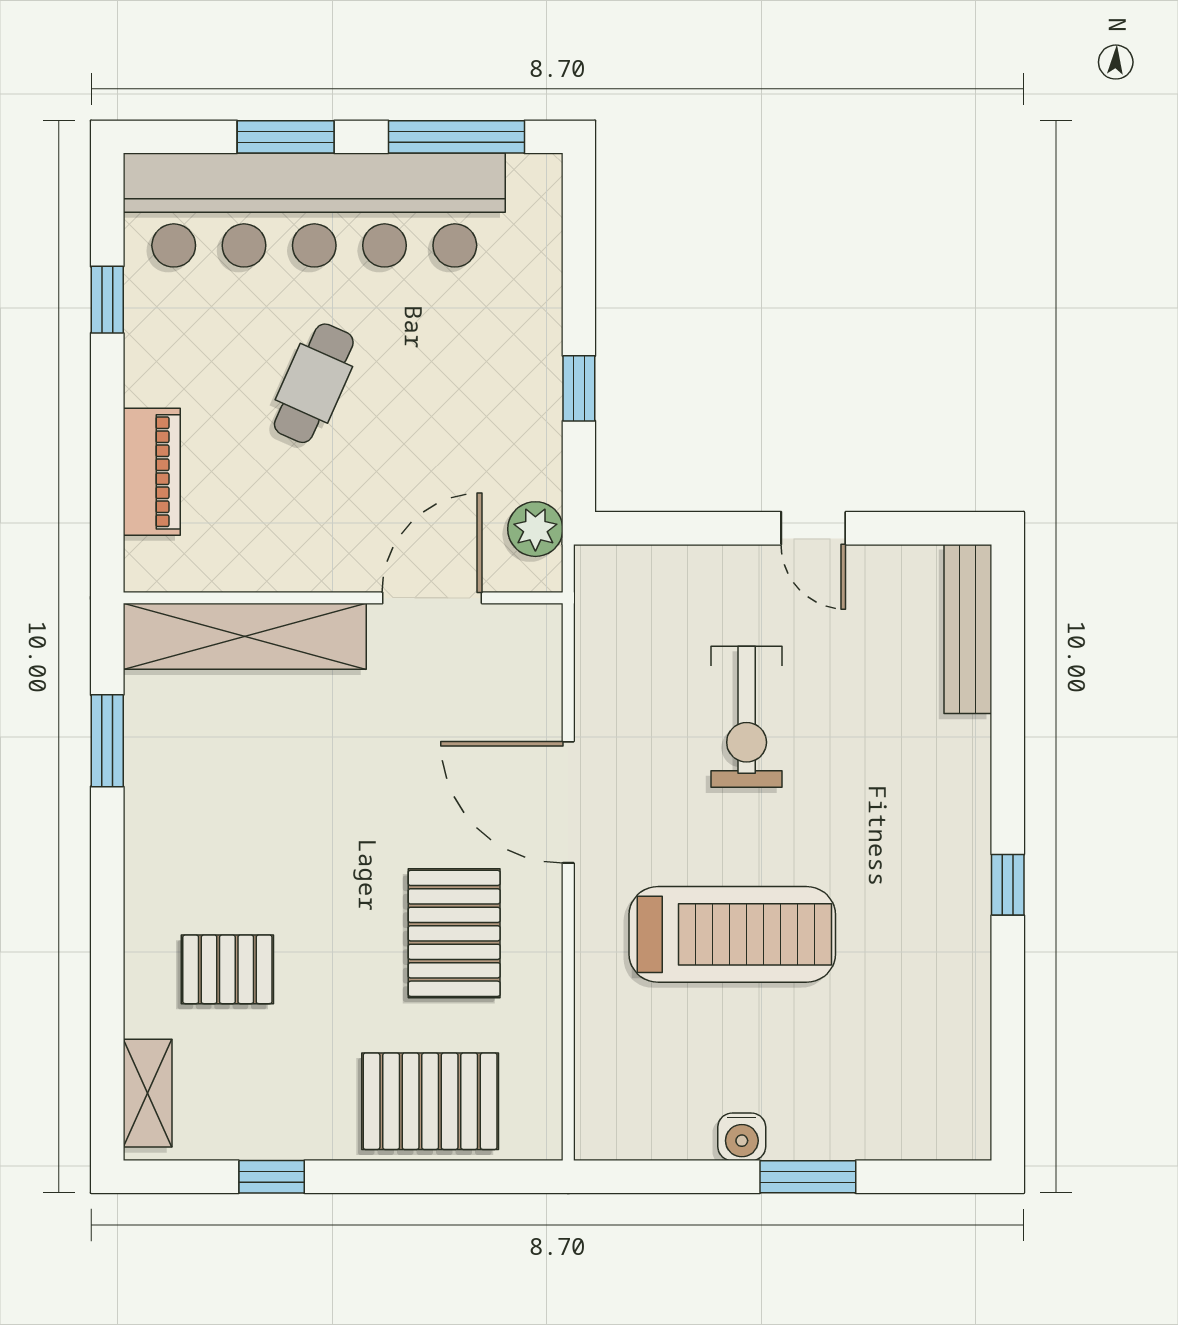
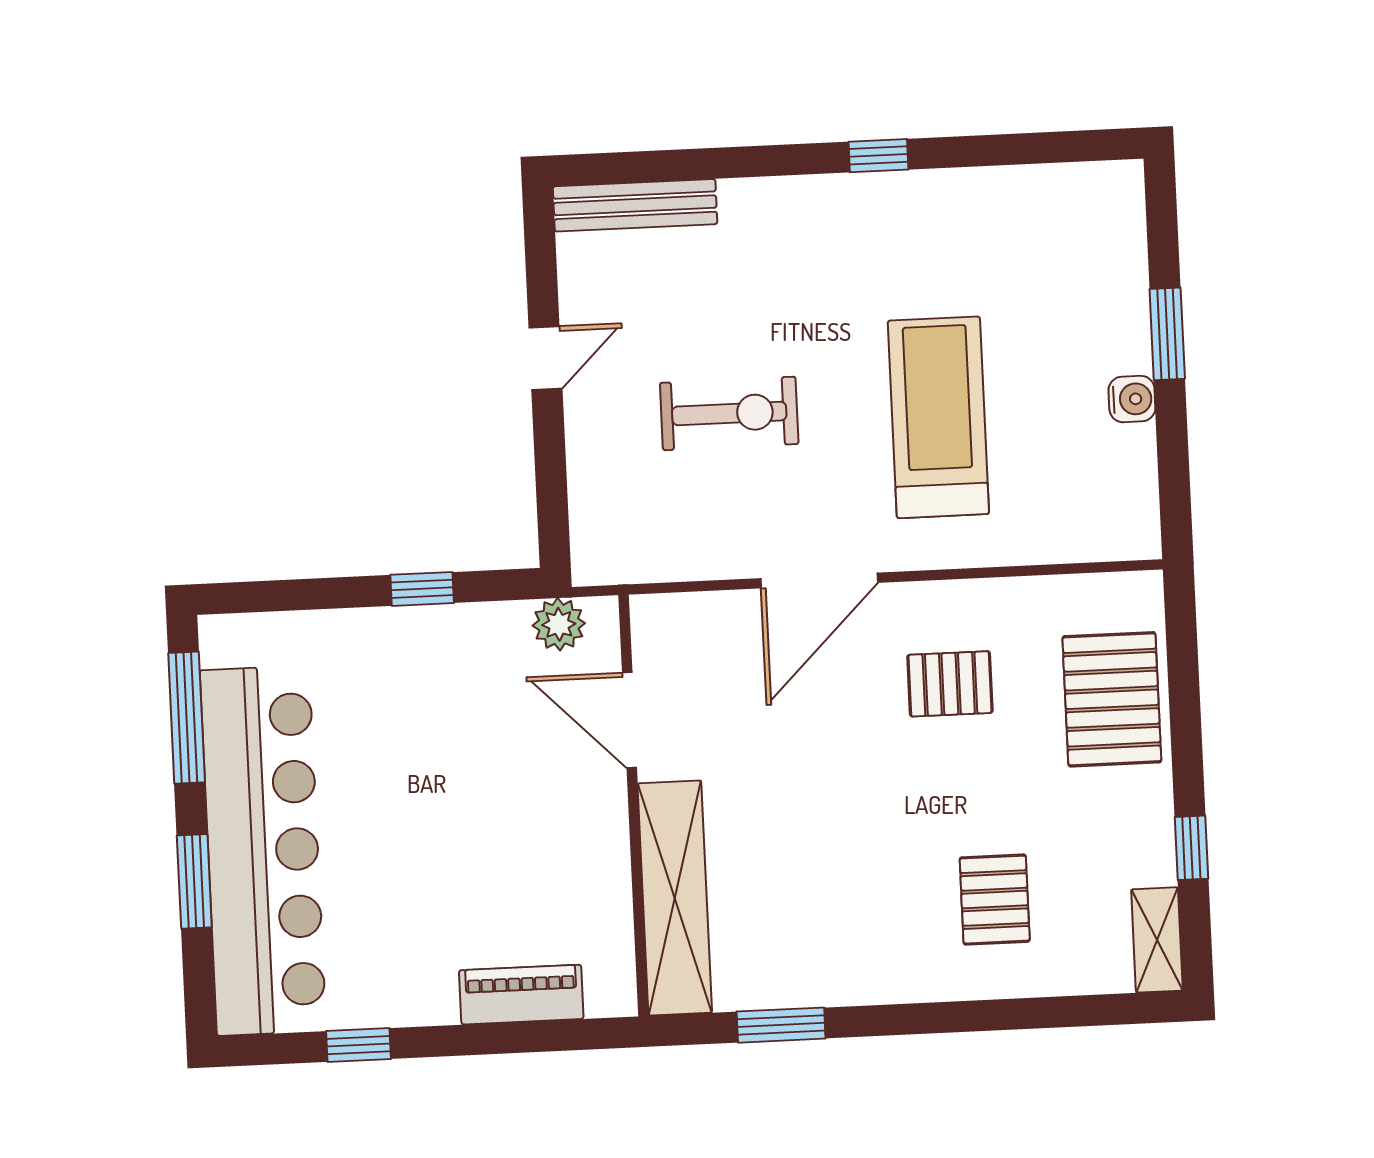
cafe table: (314, 383) -> (429, 843), removed
pallet: (454, 933) -> (950, 684), width x0.67, depth x0.71
shelving: (148, 1093) -> (1157, 940), moved, turned 90

